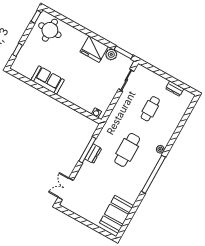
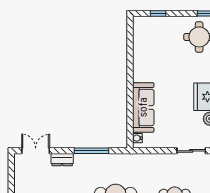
sofa: (48, 80) -> (143, 107), moved, width x1.36
dresser: (93, 154) -> (62, 160), moved

